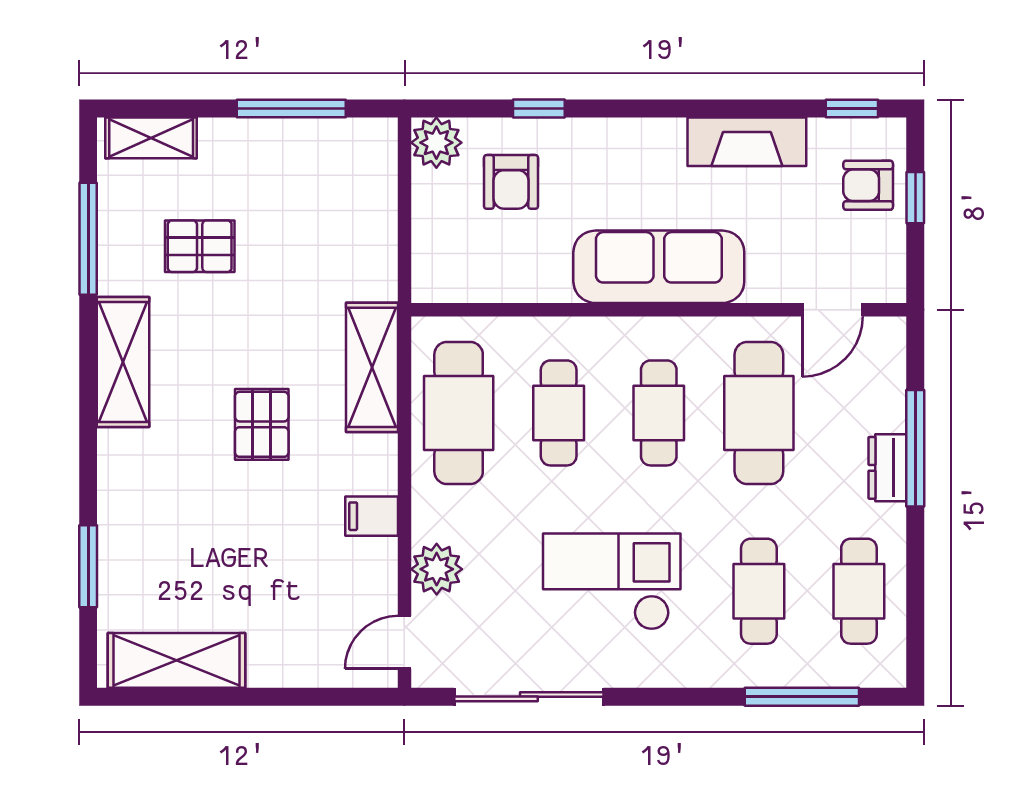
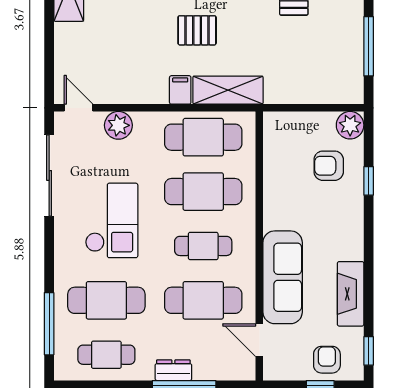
sofa: (659, 267) -> (283, 277), moved
cafe table: (559, 413) -> (203, 192), width x1.37, depth x1.35
filing cabinet: (372, 516) -> (180, 90), moved
cafe table: (759, 591) -> (106, 300), width x1.37, depth x1.35

